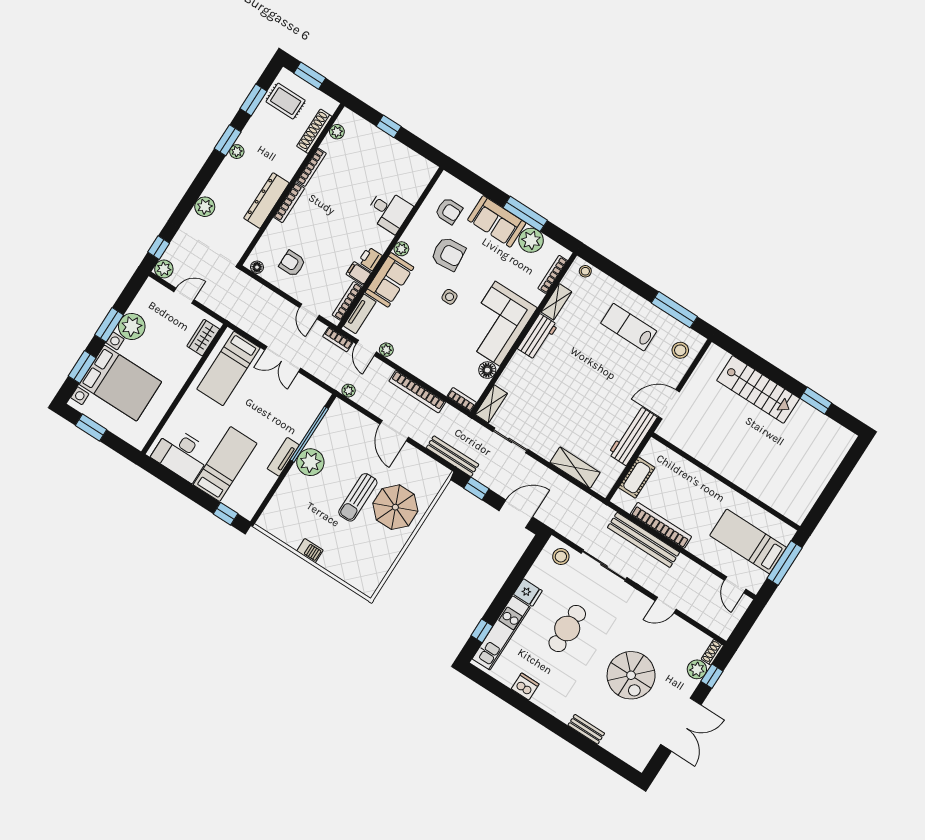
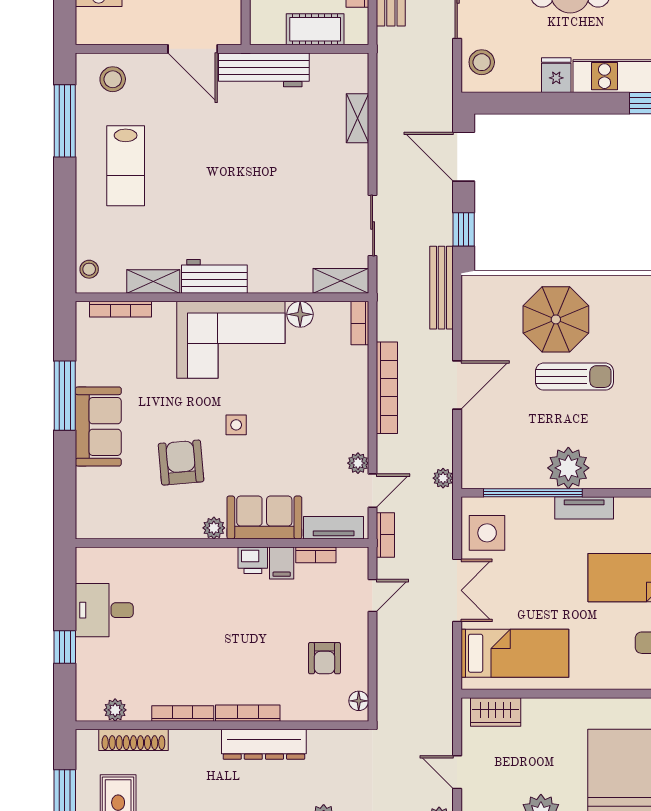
desk: (389, 211) -> (104, 610), moved, turned -90
armchair: (449, 211) -> (125, 498), removed
plant: (531, 240) -> (94, 366), removed
bookcase: (347, 301) -> (316, 555), width x0.64
side table: (303, 395) -> (487, 533), added
shelving: (575, 468) -> (357, 118), width x0.67, depth x0.75

